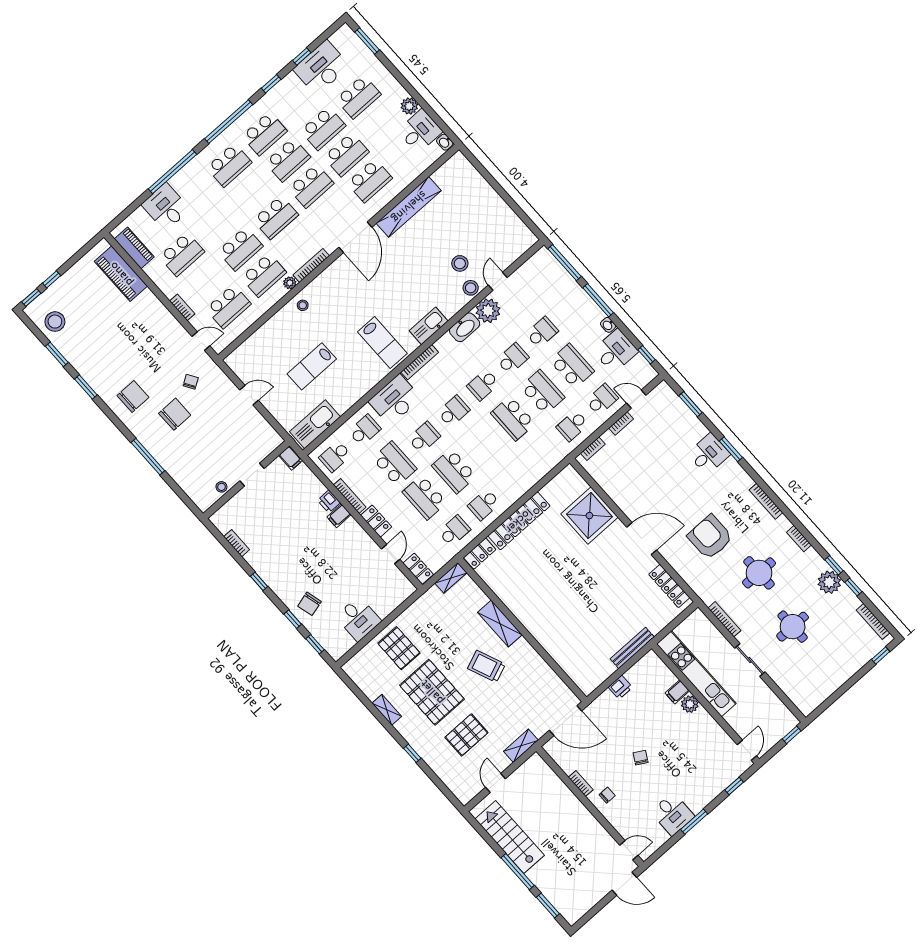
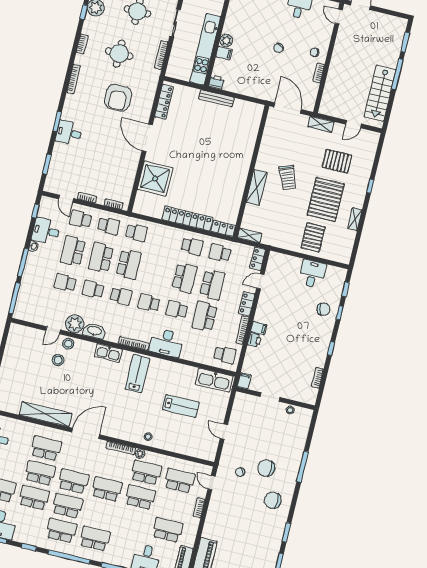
school desk: (365, 430) -> (136, 233), moved, turned 180
printer: (620, 687) -> (217, 82), moved

